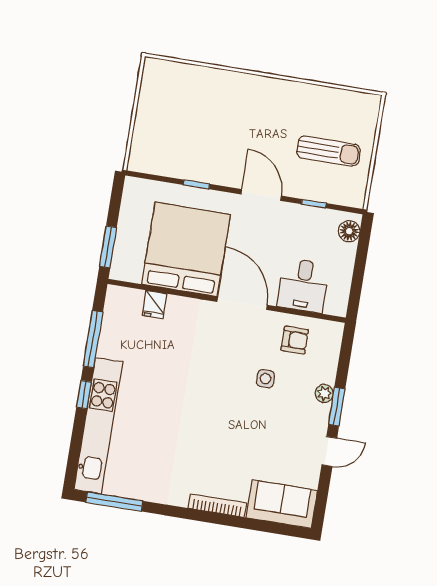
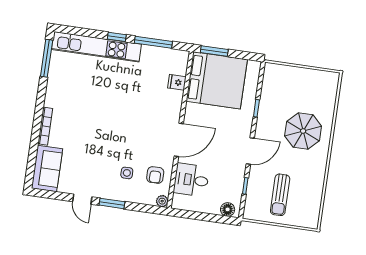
parasol: (232, 114) -> (303, 131), added
bed: (186, 249) -> (217, 80), moved
side table: (266, 379) -> (127, 173), moved
plant: (324, 393) -> (162, 201), moved

